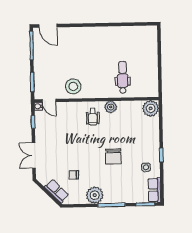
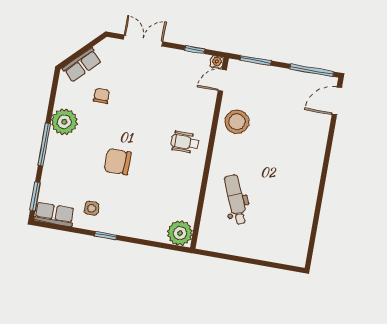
dental chair: (123, 77) -> (236, 200), turned -113
plant: (111, 107) -> (194, 173), removed

